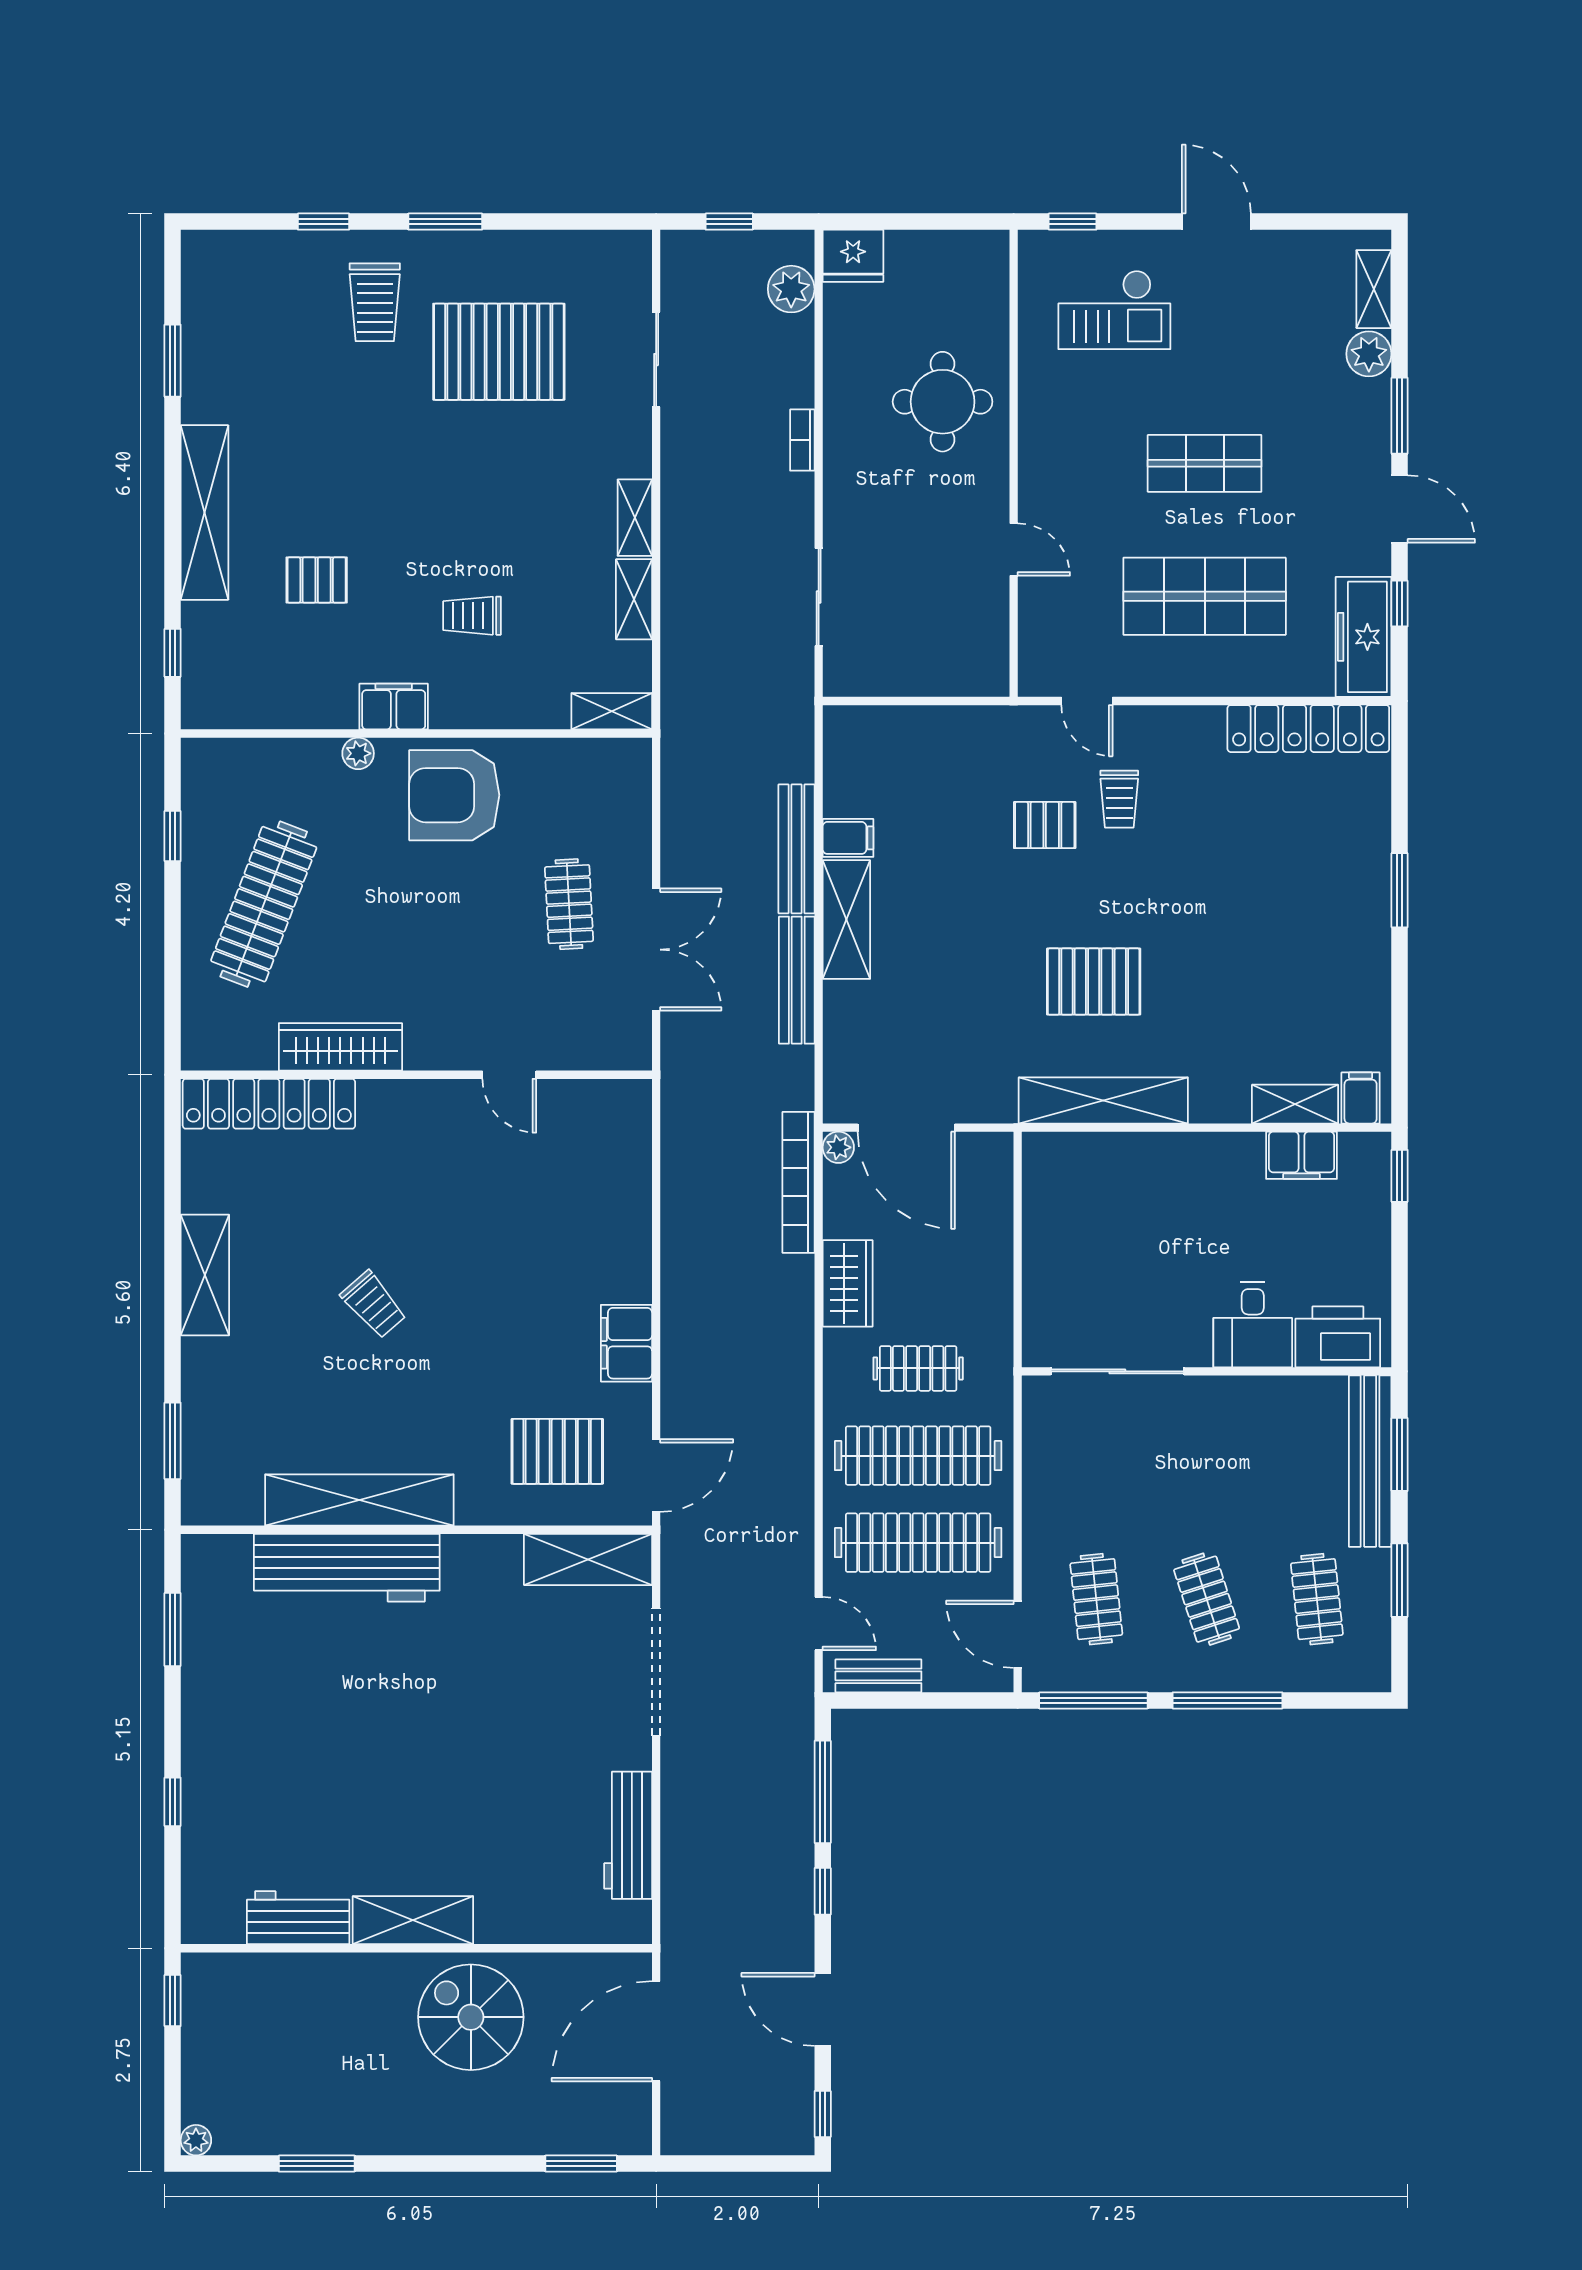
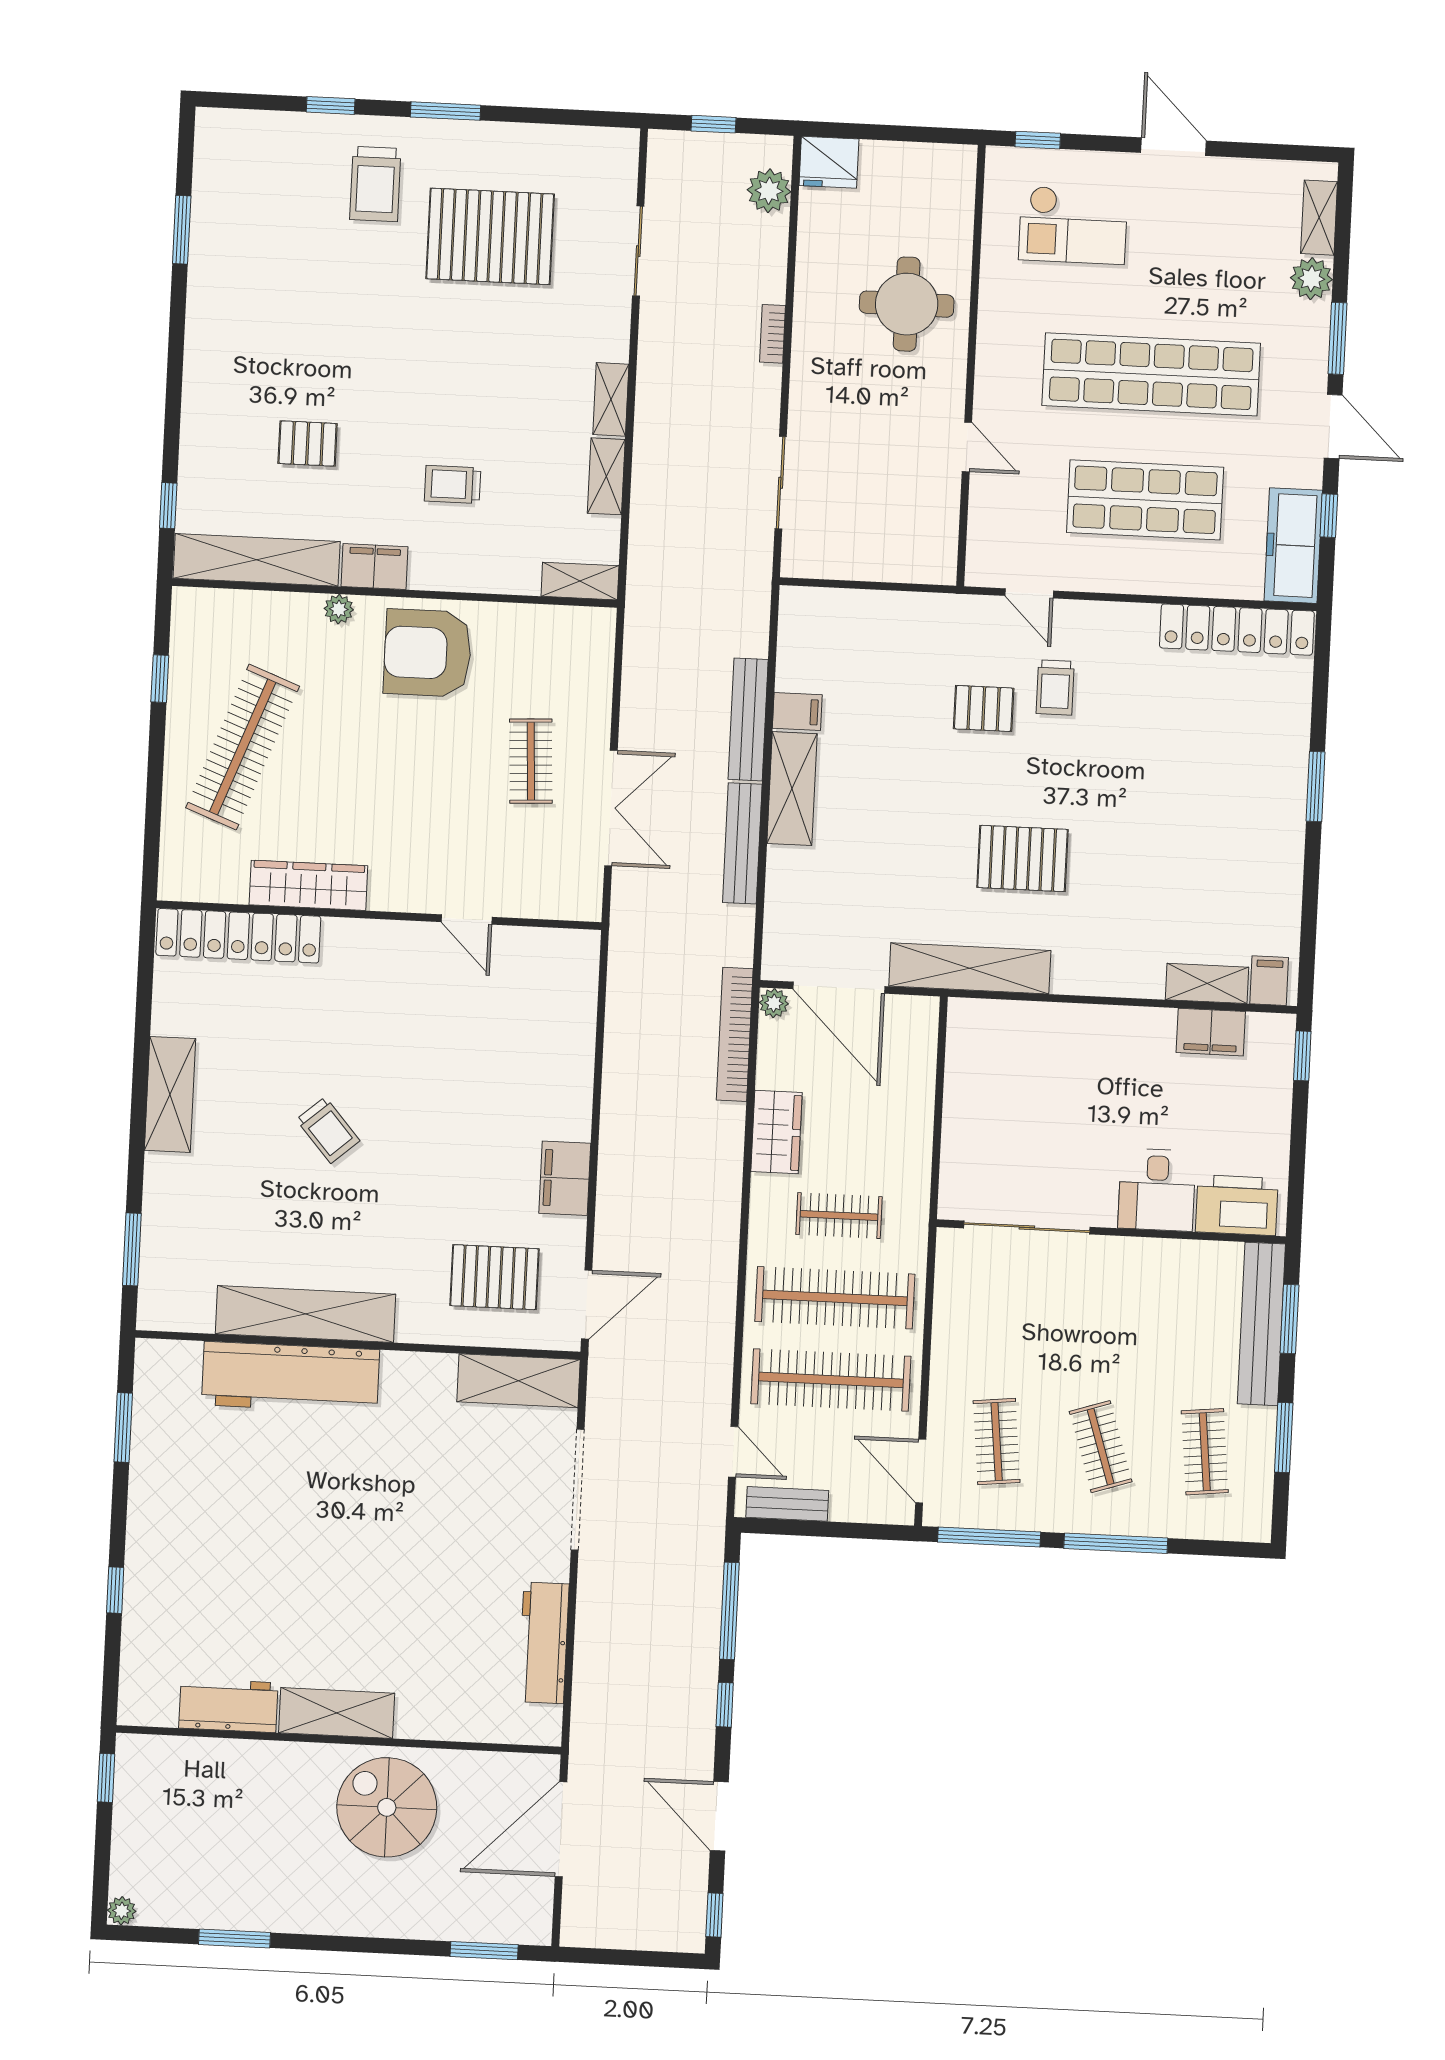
shop shelf: (1205, 463) -> (1151, 374), width x2.00, depth x1.36
shelving: (205, 512) -> (257, 560), moved, turned 90
shelving: (1103, 1100) -> (970, 968), moved

